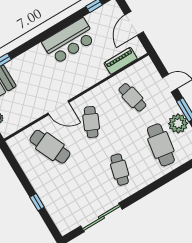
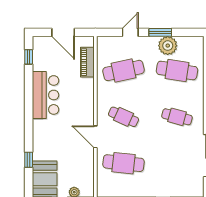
cafe table: (132, 97) -> (123, 70), width x1.37, depth x1.35
door: (58, 108) -> (95, 137), swing flipped
cafe table: (50, 147) -> (123, 163), turned 30

